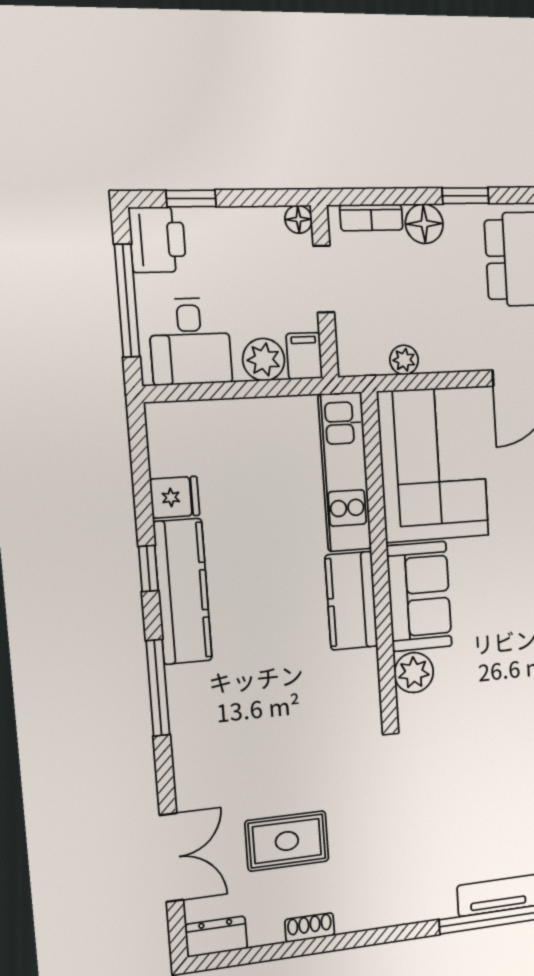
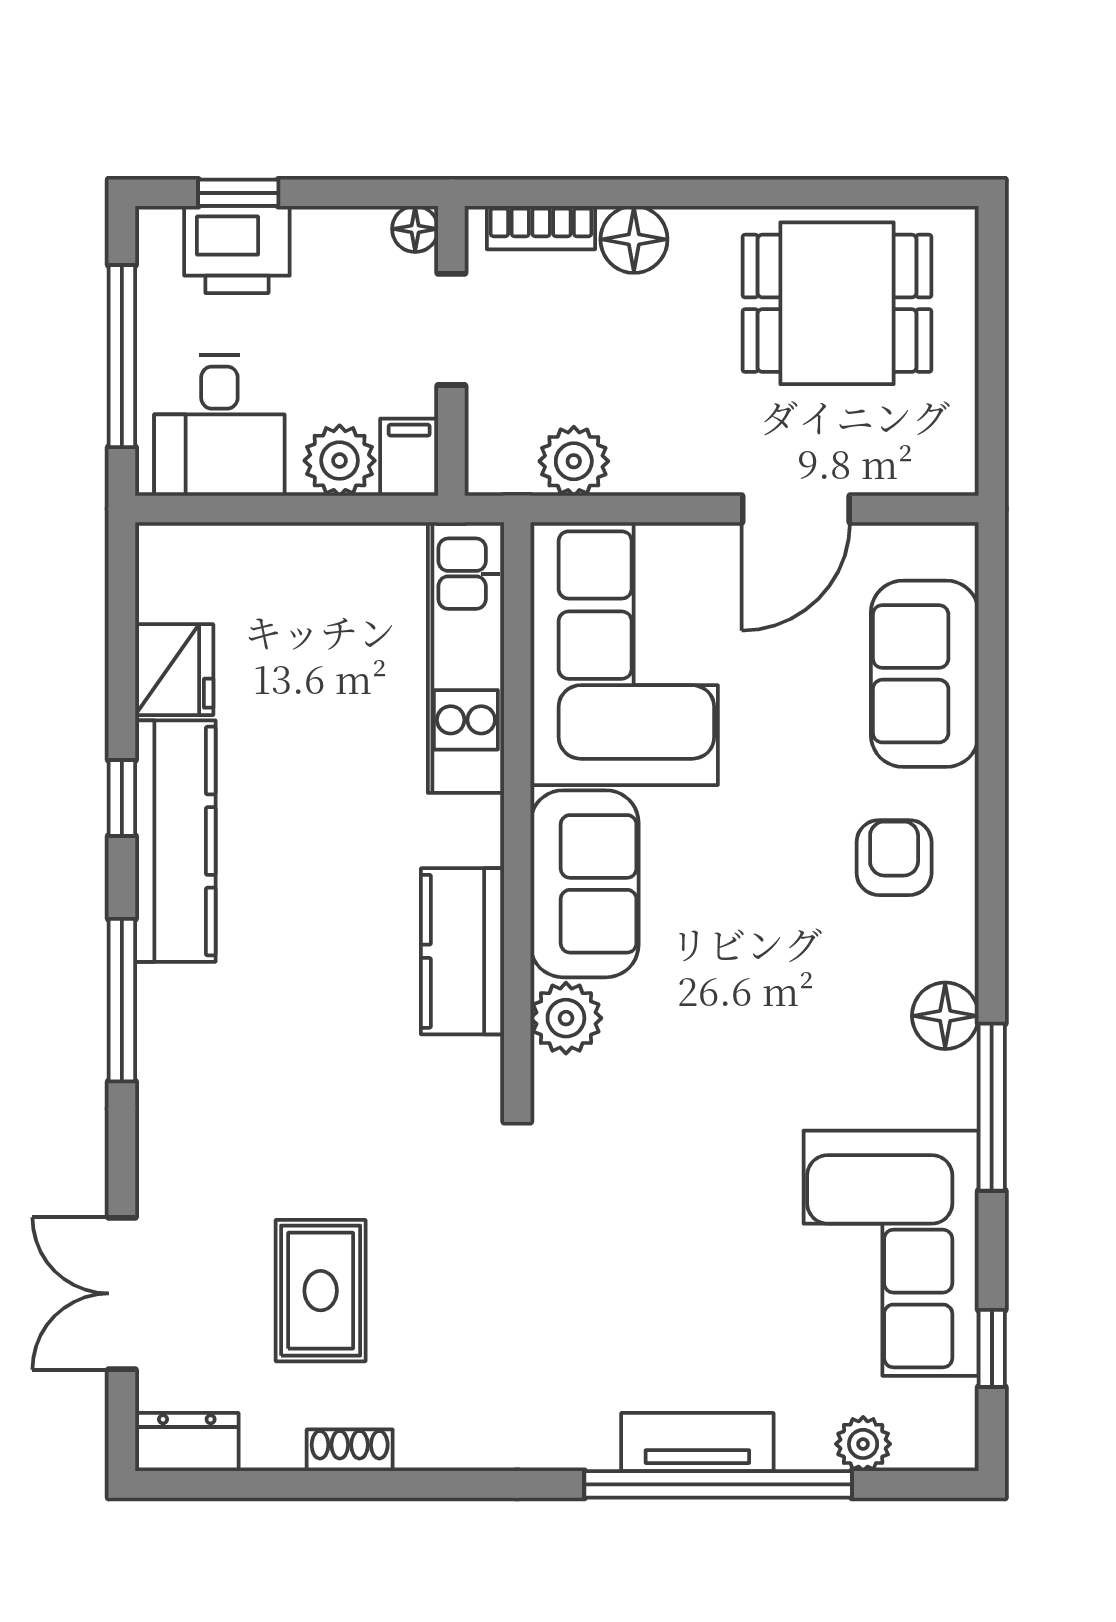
window: (465, 196) -> (711, 193), removed
printer: (157, 240) -> (237, 249), moved, turned 90
plant: (404, 360) -> (574, 461), width x1.38, depth x1.38
fridge: (175, 497) -> (174, 670), width x1.38
kitchen counter: (351, 601) -> (463, 951), moved
rug: (287, 841) -> (321, 1291), turned 90
double door: (171, 858) -> (122, 1293), swing flipped

